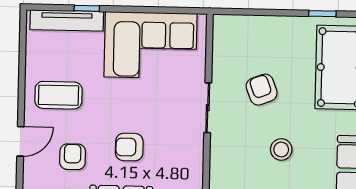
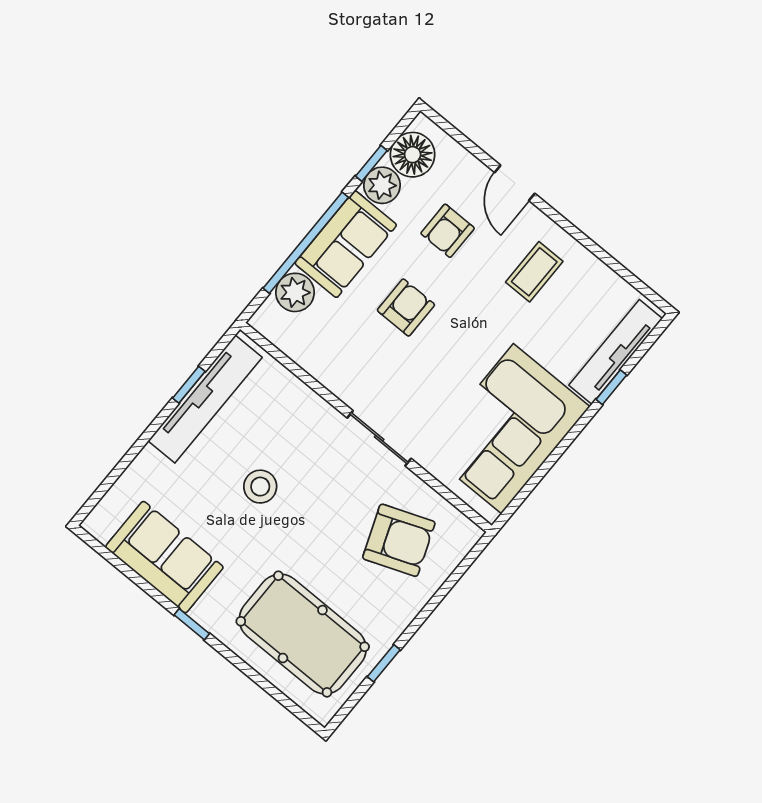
armchair: (262, 90) -> (399, 540), moved, width x1.38, depth x1.38
coffee table: (58, 95) -> (534, 272), width x0.73, depth x0.77
armchair: (73, 157) -> (448, 231), turned 90

